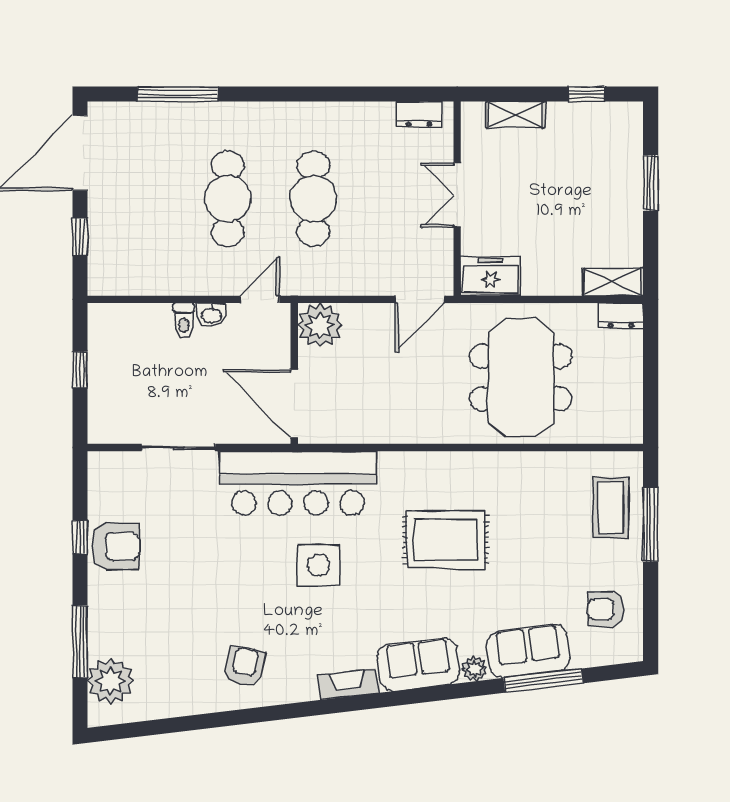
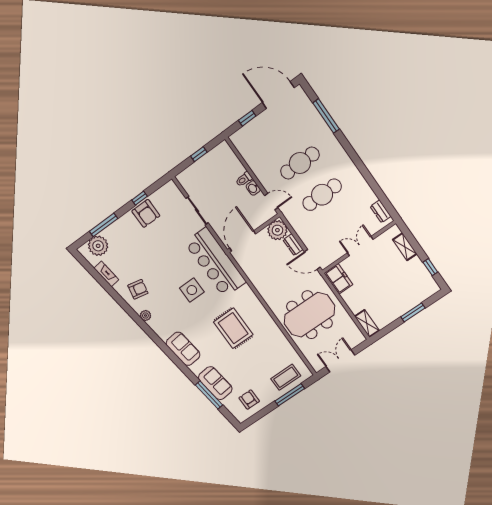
dresser: (621, 316) -> (293, 245), moved
double door: (651, 381) -> (340, 361), added
plant: (475, 669) -> (145, 315), moved
fireplace: (348, 684) -> (106, 274), moved

